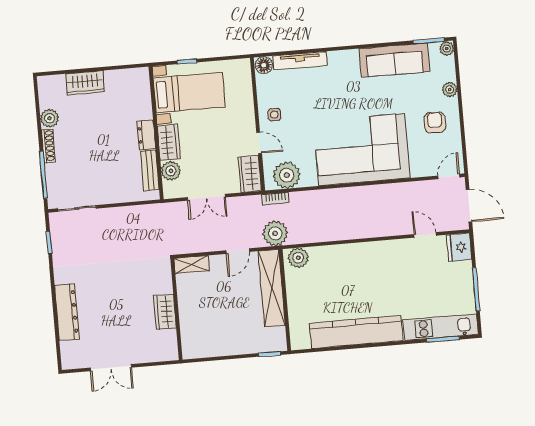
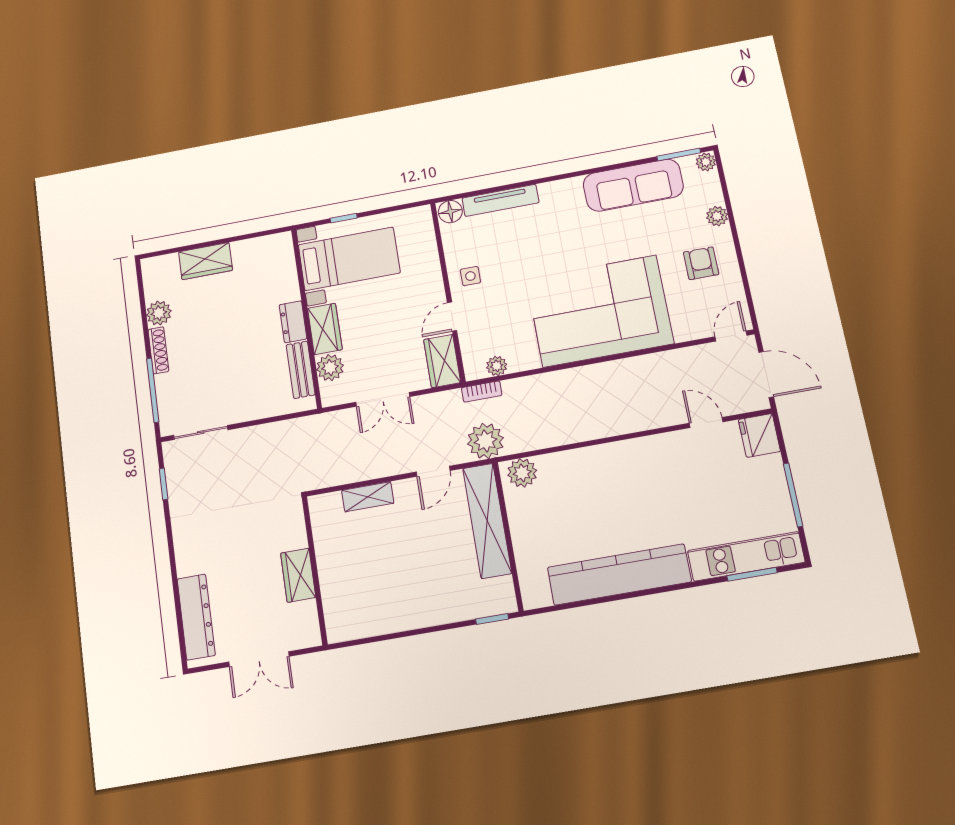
door: (259, 143) -> (452, 317), swing flipped
plant: (287, 175) -> (497, 366), width x0.53, depth x0.53
wall: (176, 309) -> (315, 570), moved
dresser: (67, 312) -> (196, 617), moved
wardrobe: (165, 312) -> (298, 575), moved

